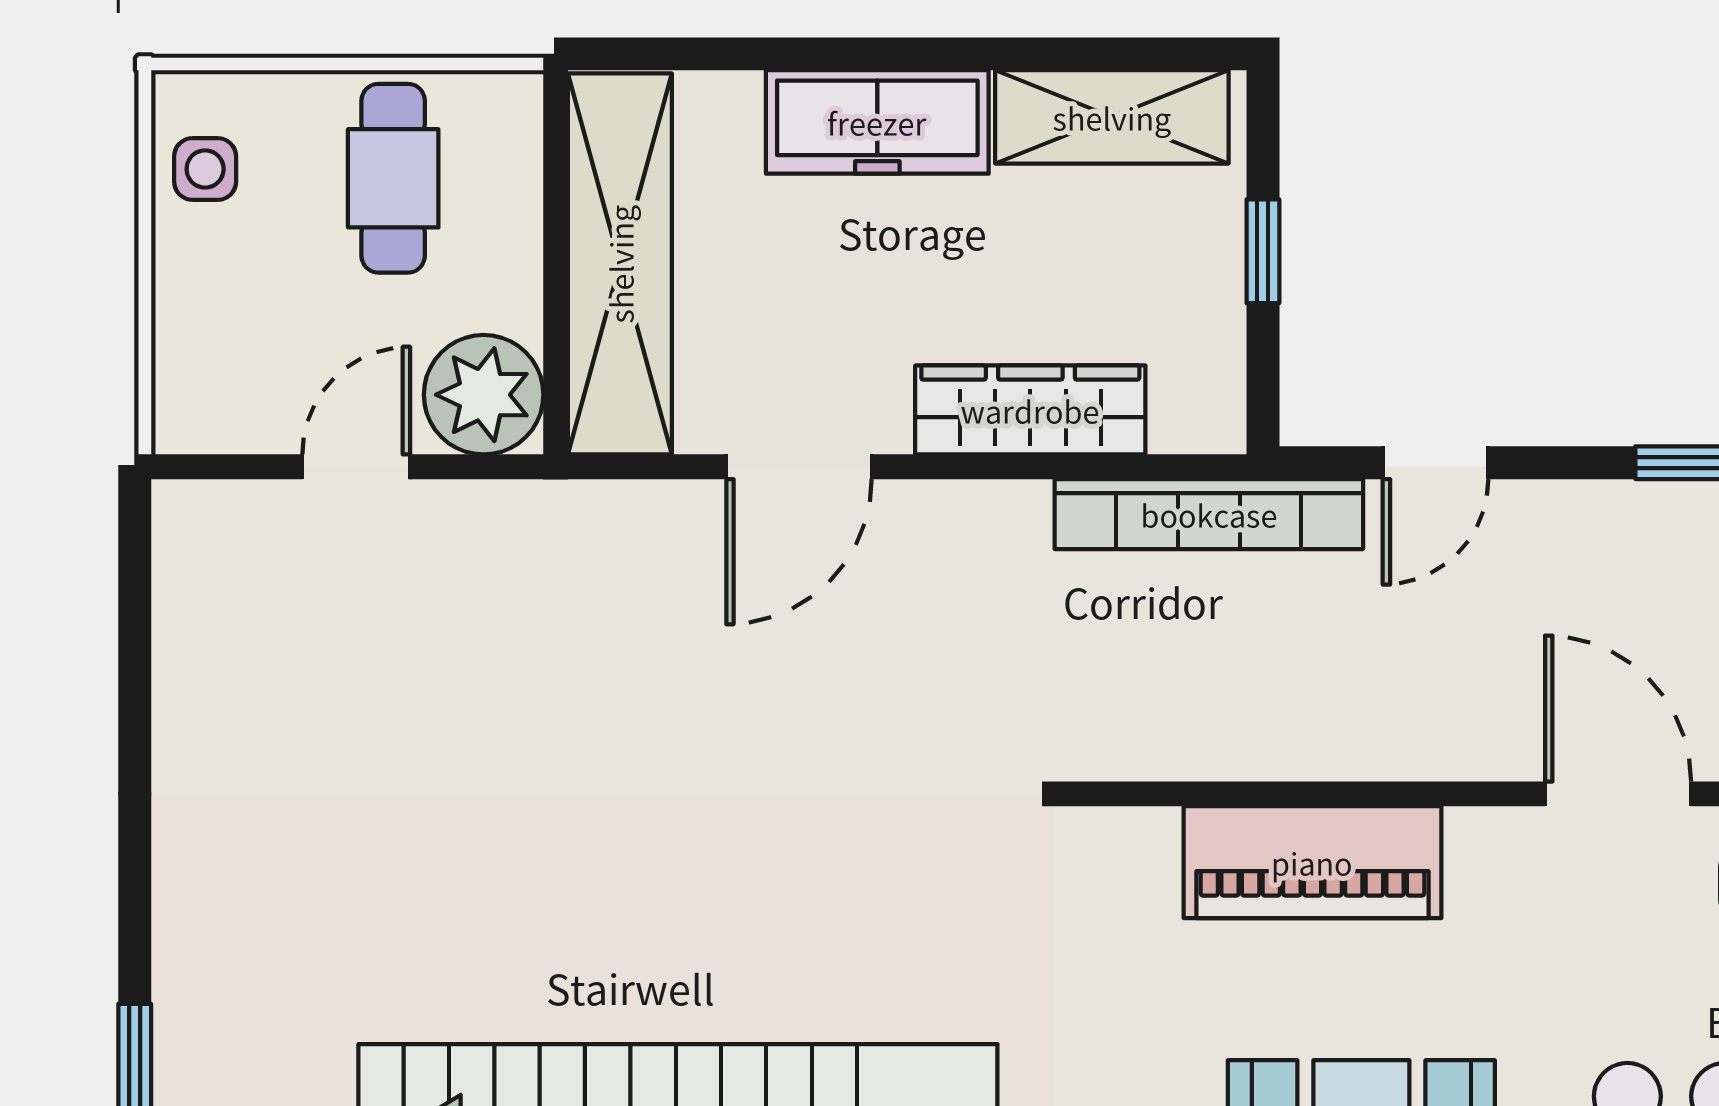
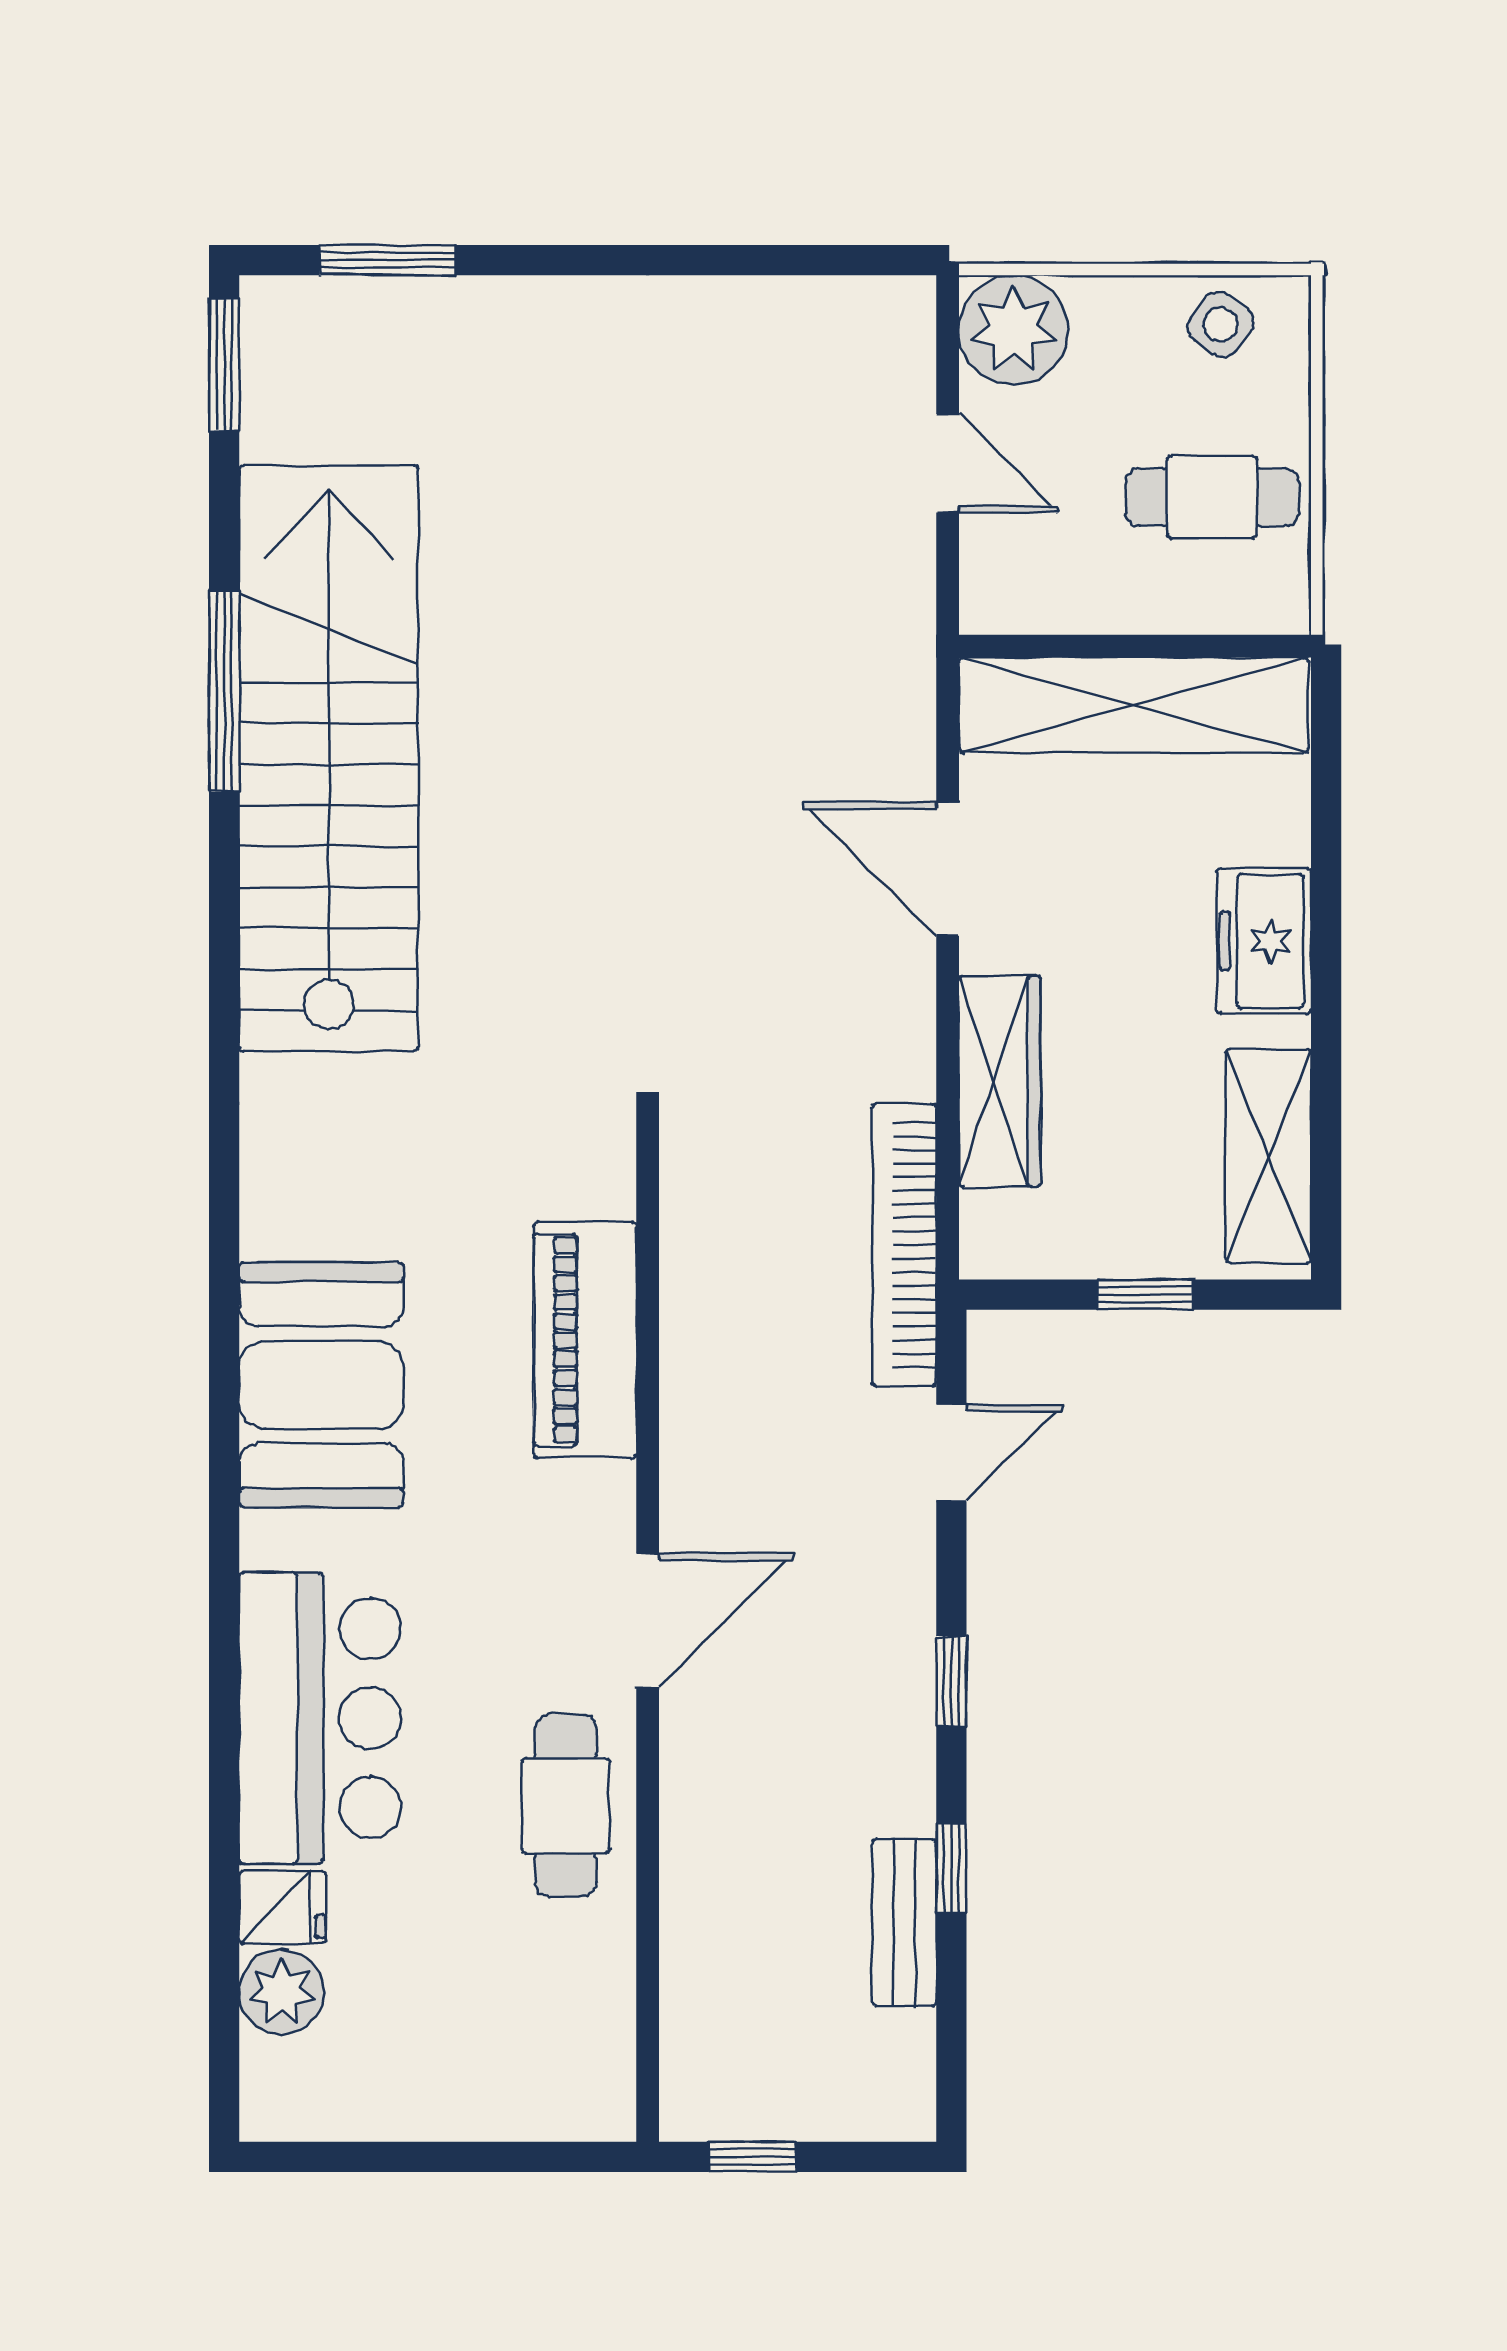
freezer: (877, 122) -> (1264, 941), width x0.71
side table: (205, 169) -> (1221, 325), turned 37
plant: (484, 395) -> (1014, 330), moved
door: (1435, 463) -> (951, 1453), swing flipped

